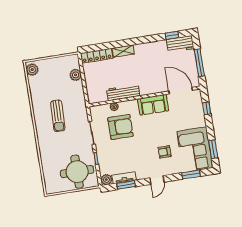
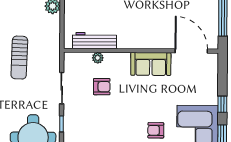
workbench: (123, 93) -> (95, 41), moved
window: (207, 108) -> (222, 104), moved
armchair: (120, 127) -> (102, 87), width x0.53, depth x0.53

